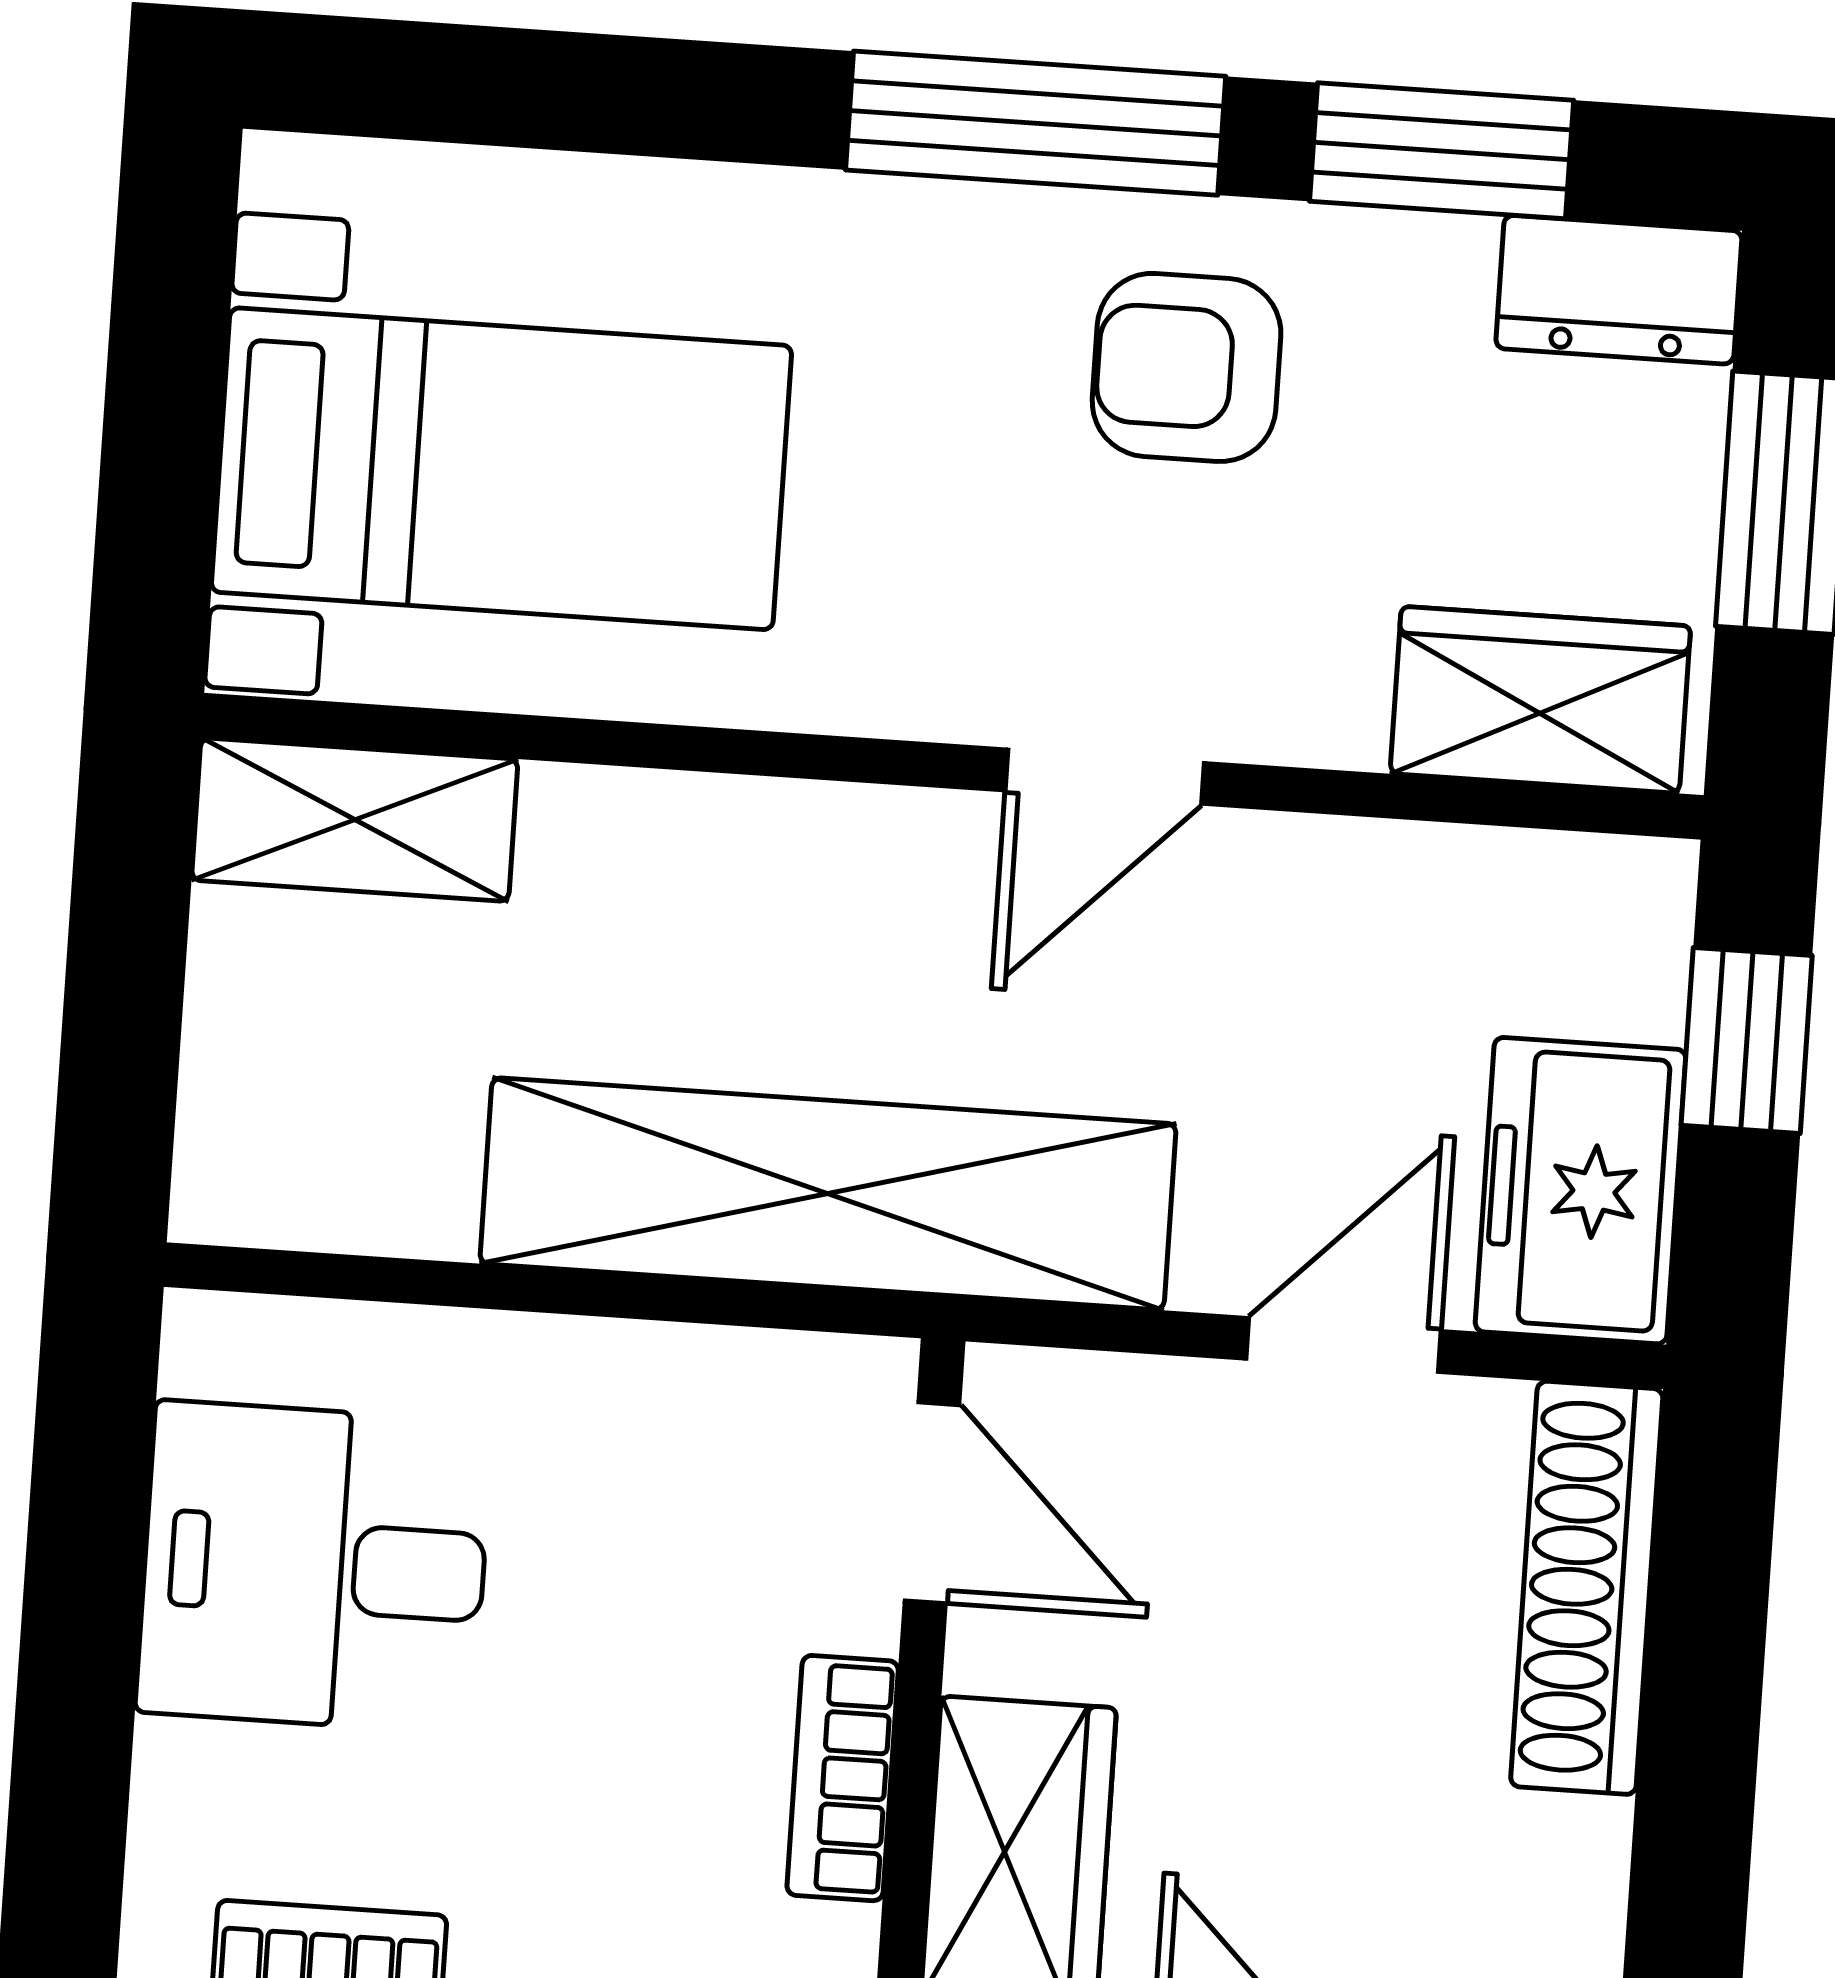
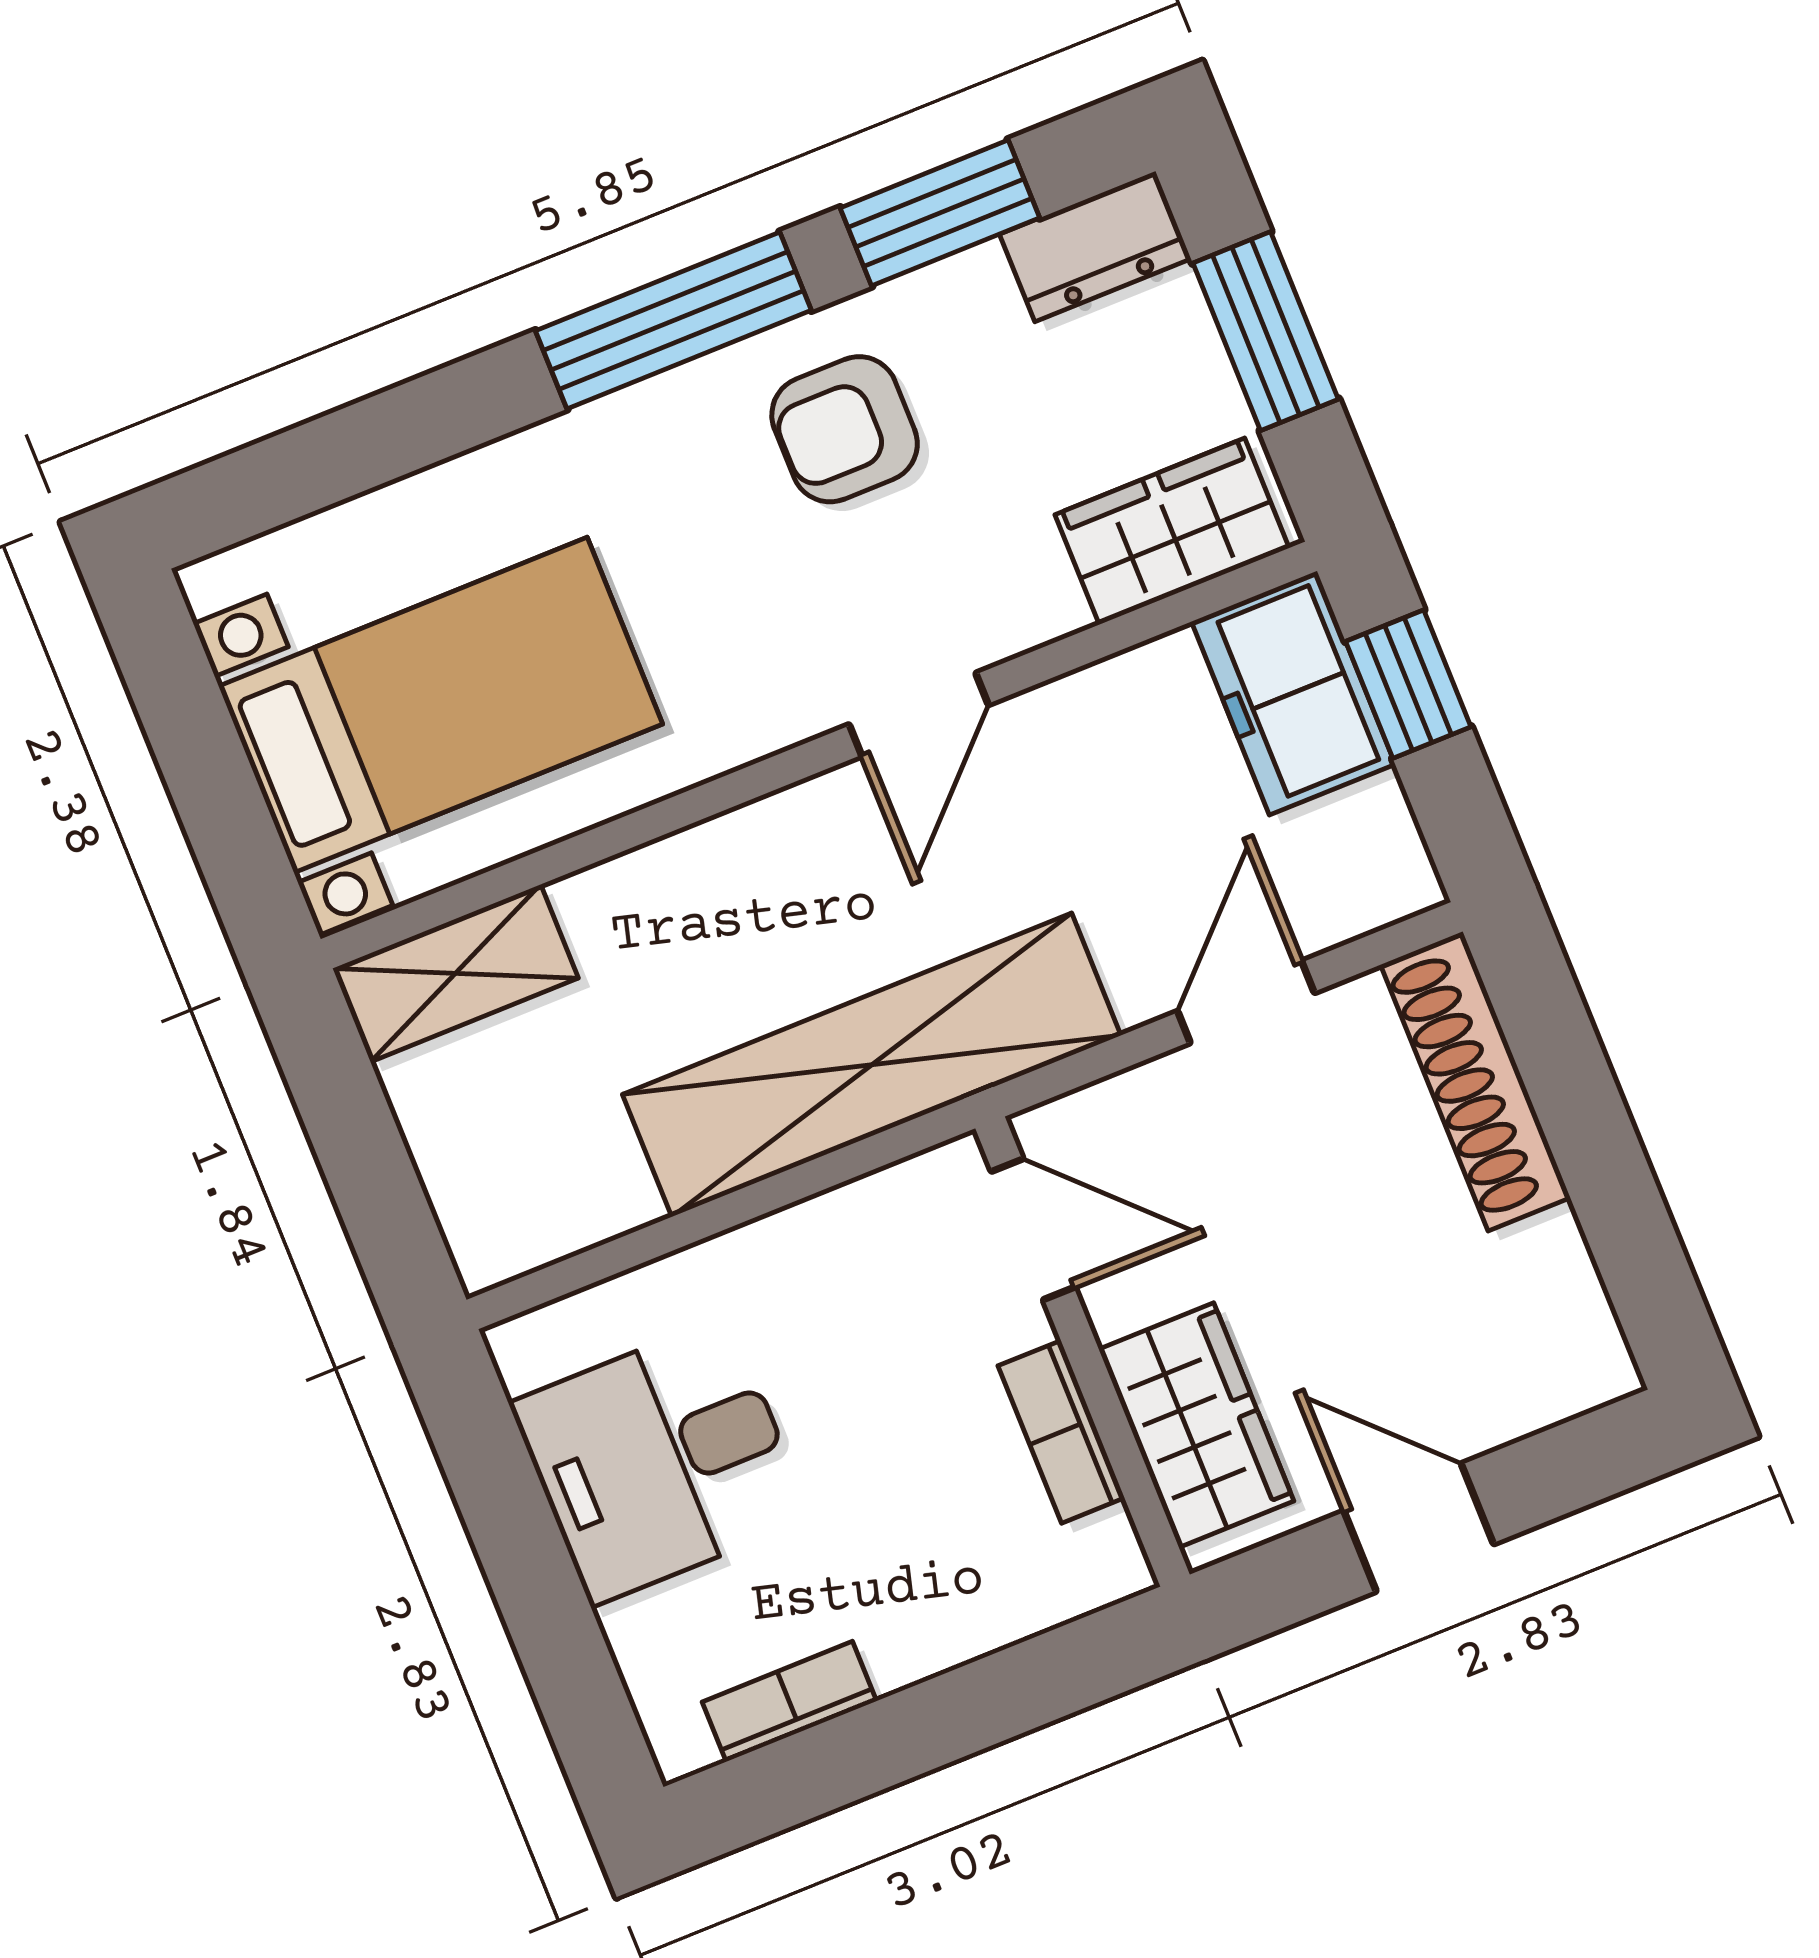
freezer: (1581, 1191) -> (1293, 693), moved

